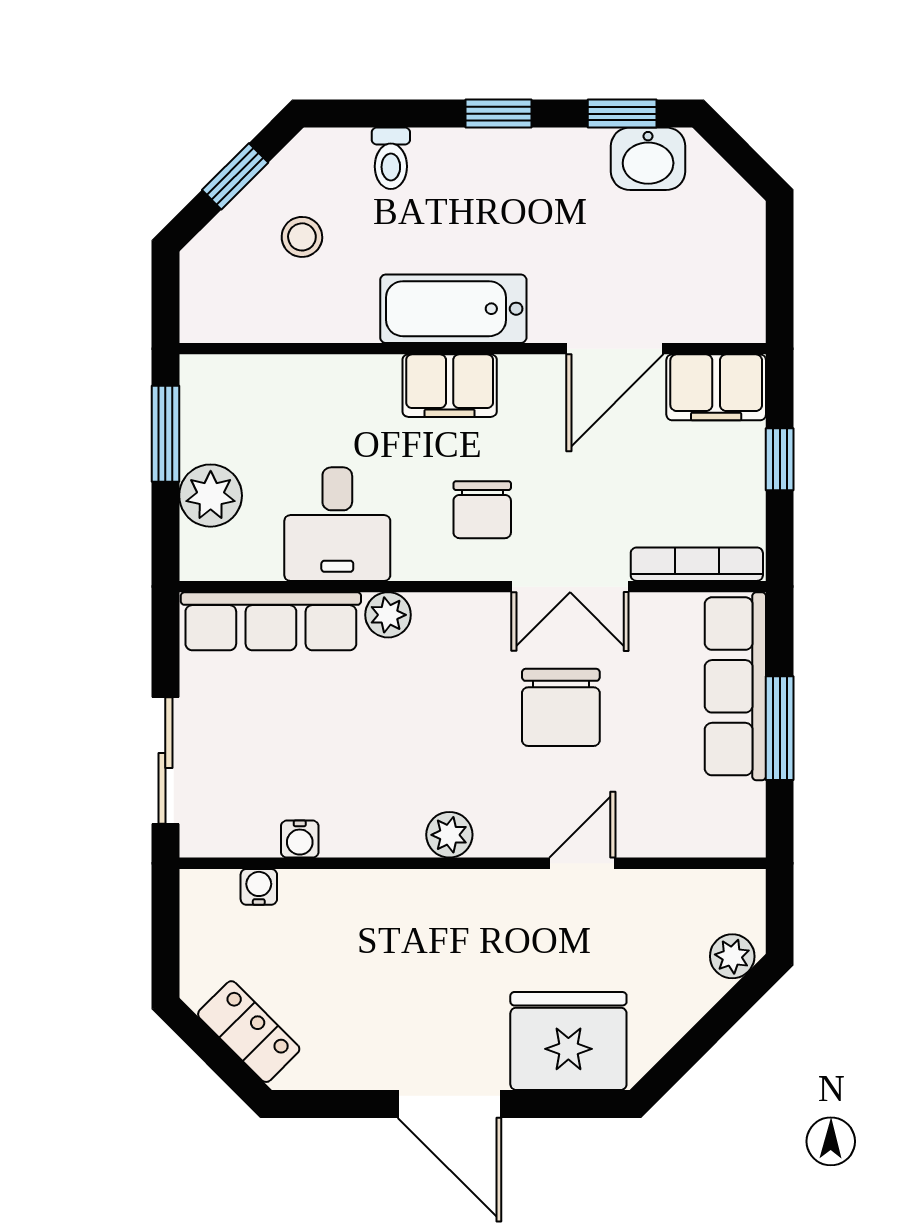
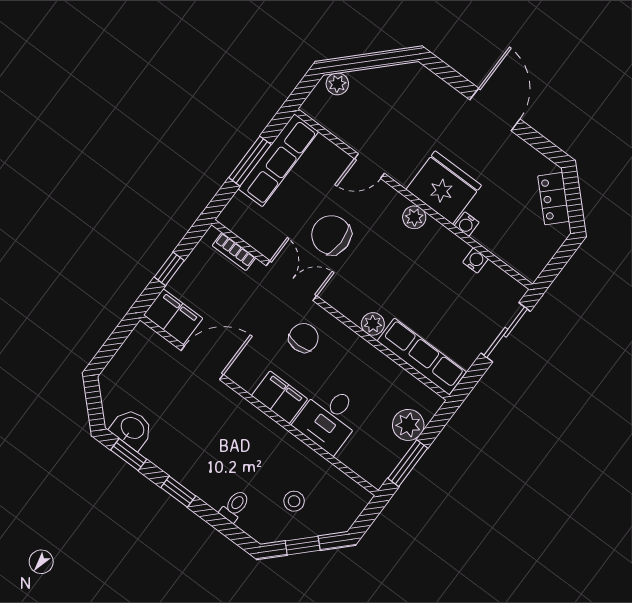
bathtub: (453, 309) -> (255, 427), removed
desk: (337, 524) -> (329, 418), moved, turned 180
bookcase: (697, 564) -> (234, 252), width x0.64
row of seats: (735, 686) -> (278, 160), moved
chair: (561, 707) -> (331, 235), turned -90
water cooler: (259, 887) -> (467, 224), moved
fridge: (568, 1041) -> (444, 187), moved, turned 180

